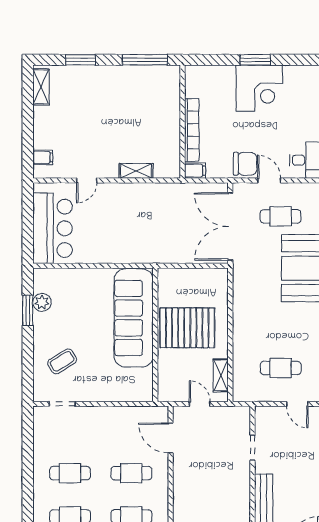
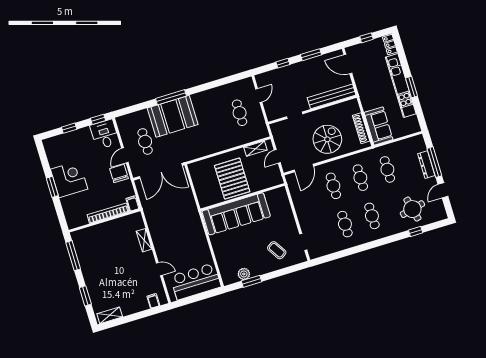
spiral stairs: (202, 485) -> (327, 139), added

